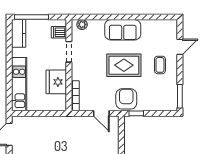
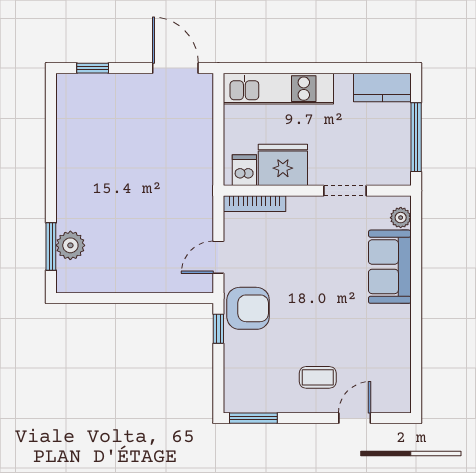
window: (32, 17) -> (416, 137), moved
sofa: (123, 30) -> (390, 267), moved
dishwasher: (59, 32) -> (244, 170), moved
door: (180, 47) -> (355, 418), swing flipped
rug: (124, 65) -> (317, 303), removed

